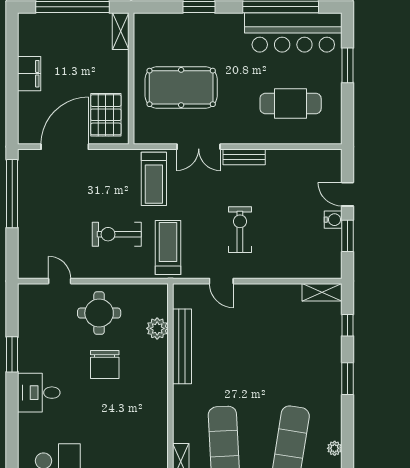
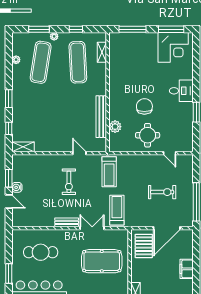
exercise bike: (117, 234) -> (162, 192), moved

